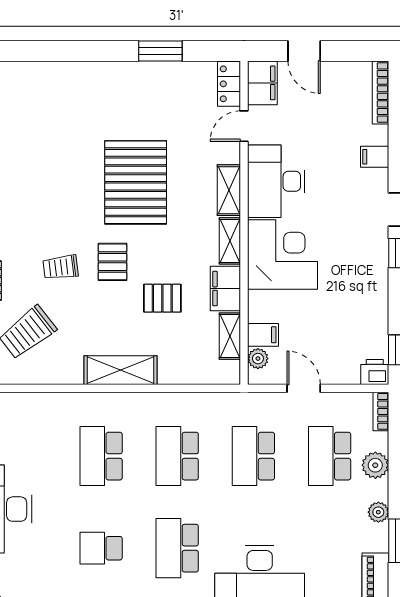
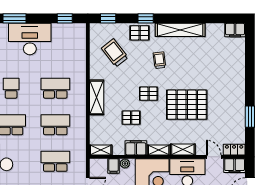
trolley: (61, 267) -> (159, 60), moved
pallet: (162, 298) -> (131, 118), turned 90
shelving: (230, 336) -> (101, 150), moved
plant: (258, 359) -> (125, 164), moved

